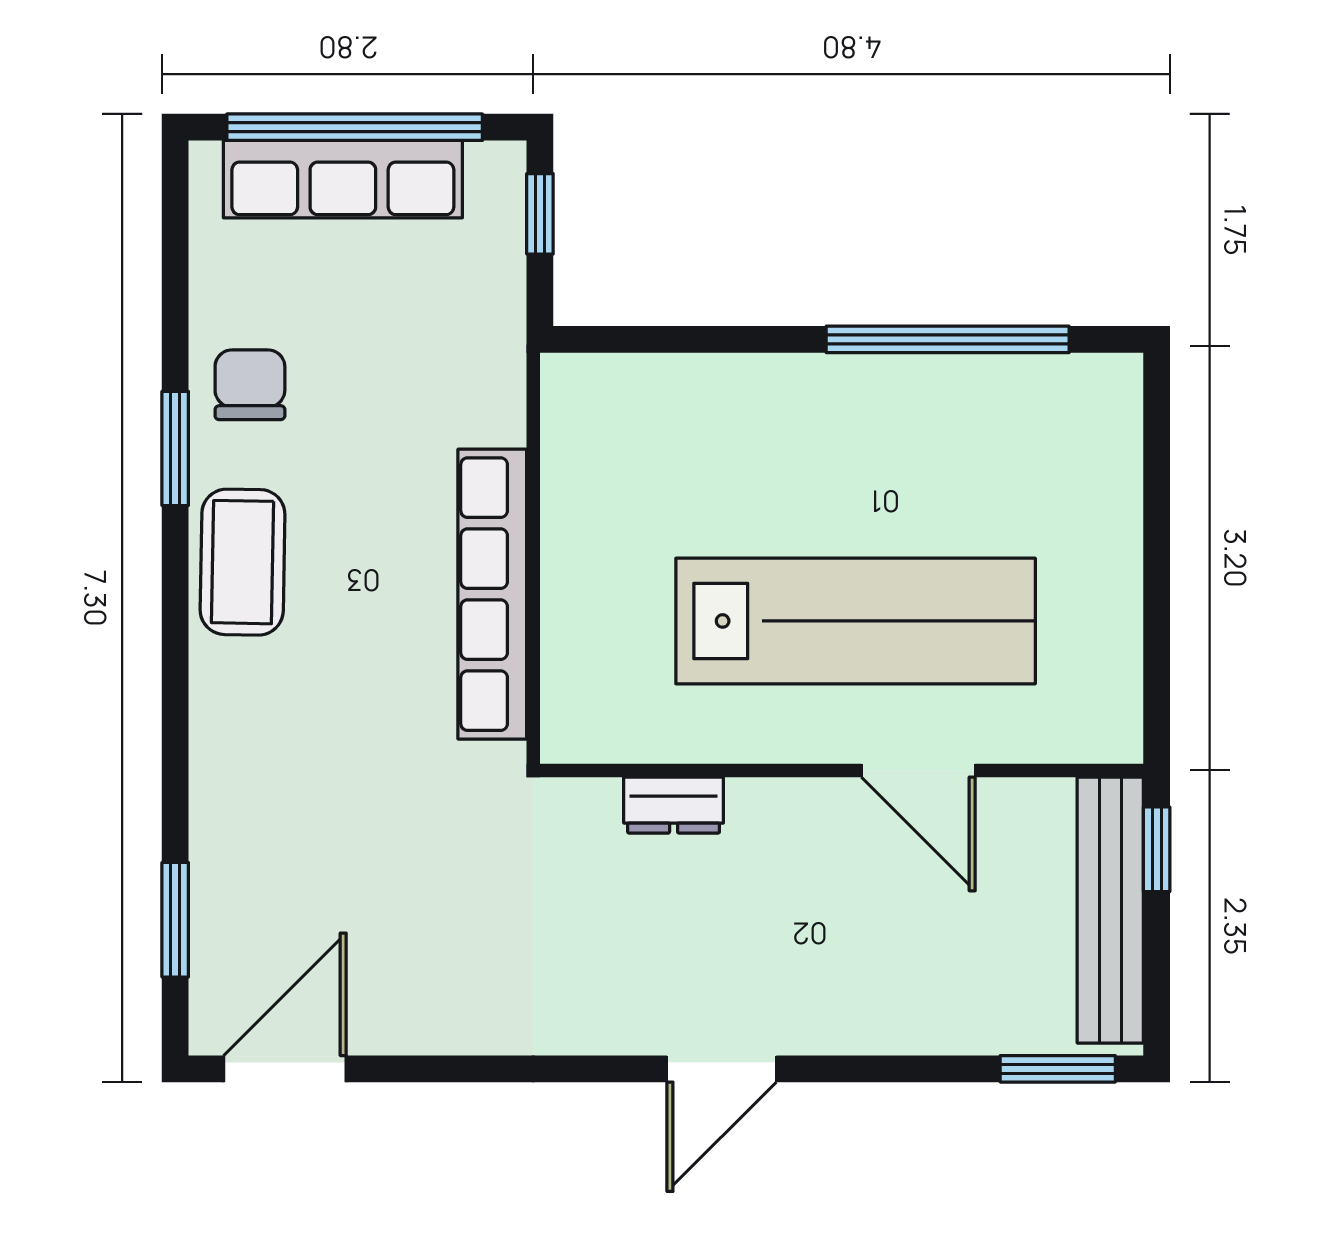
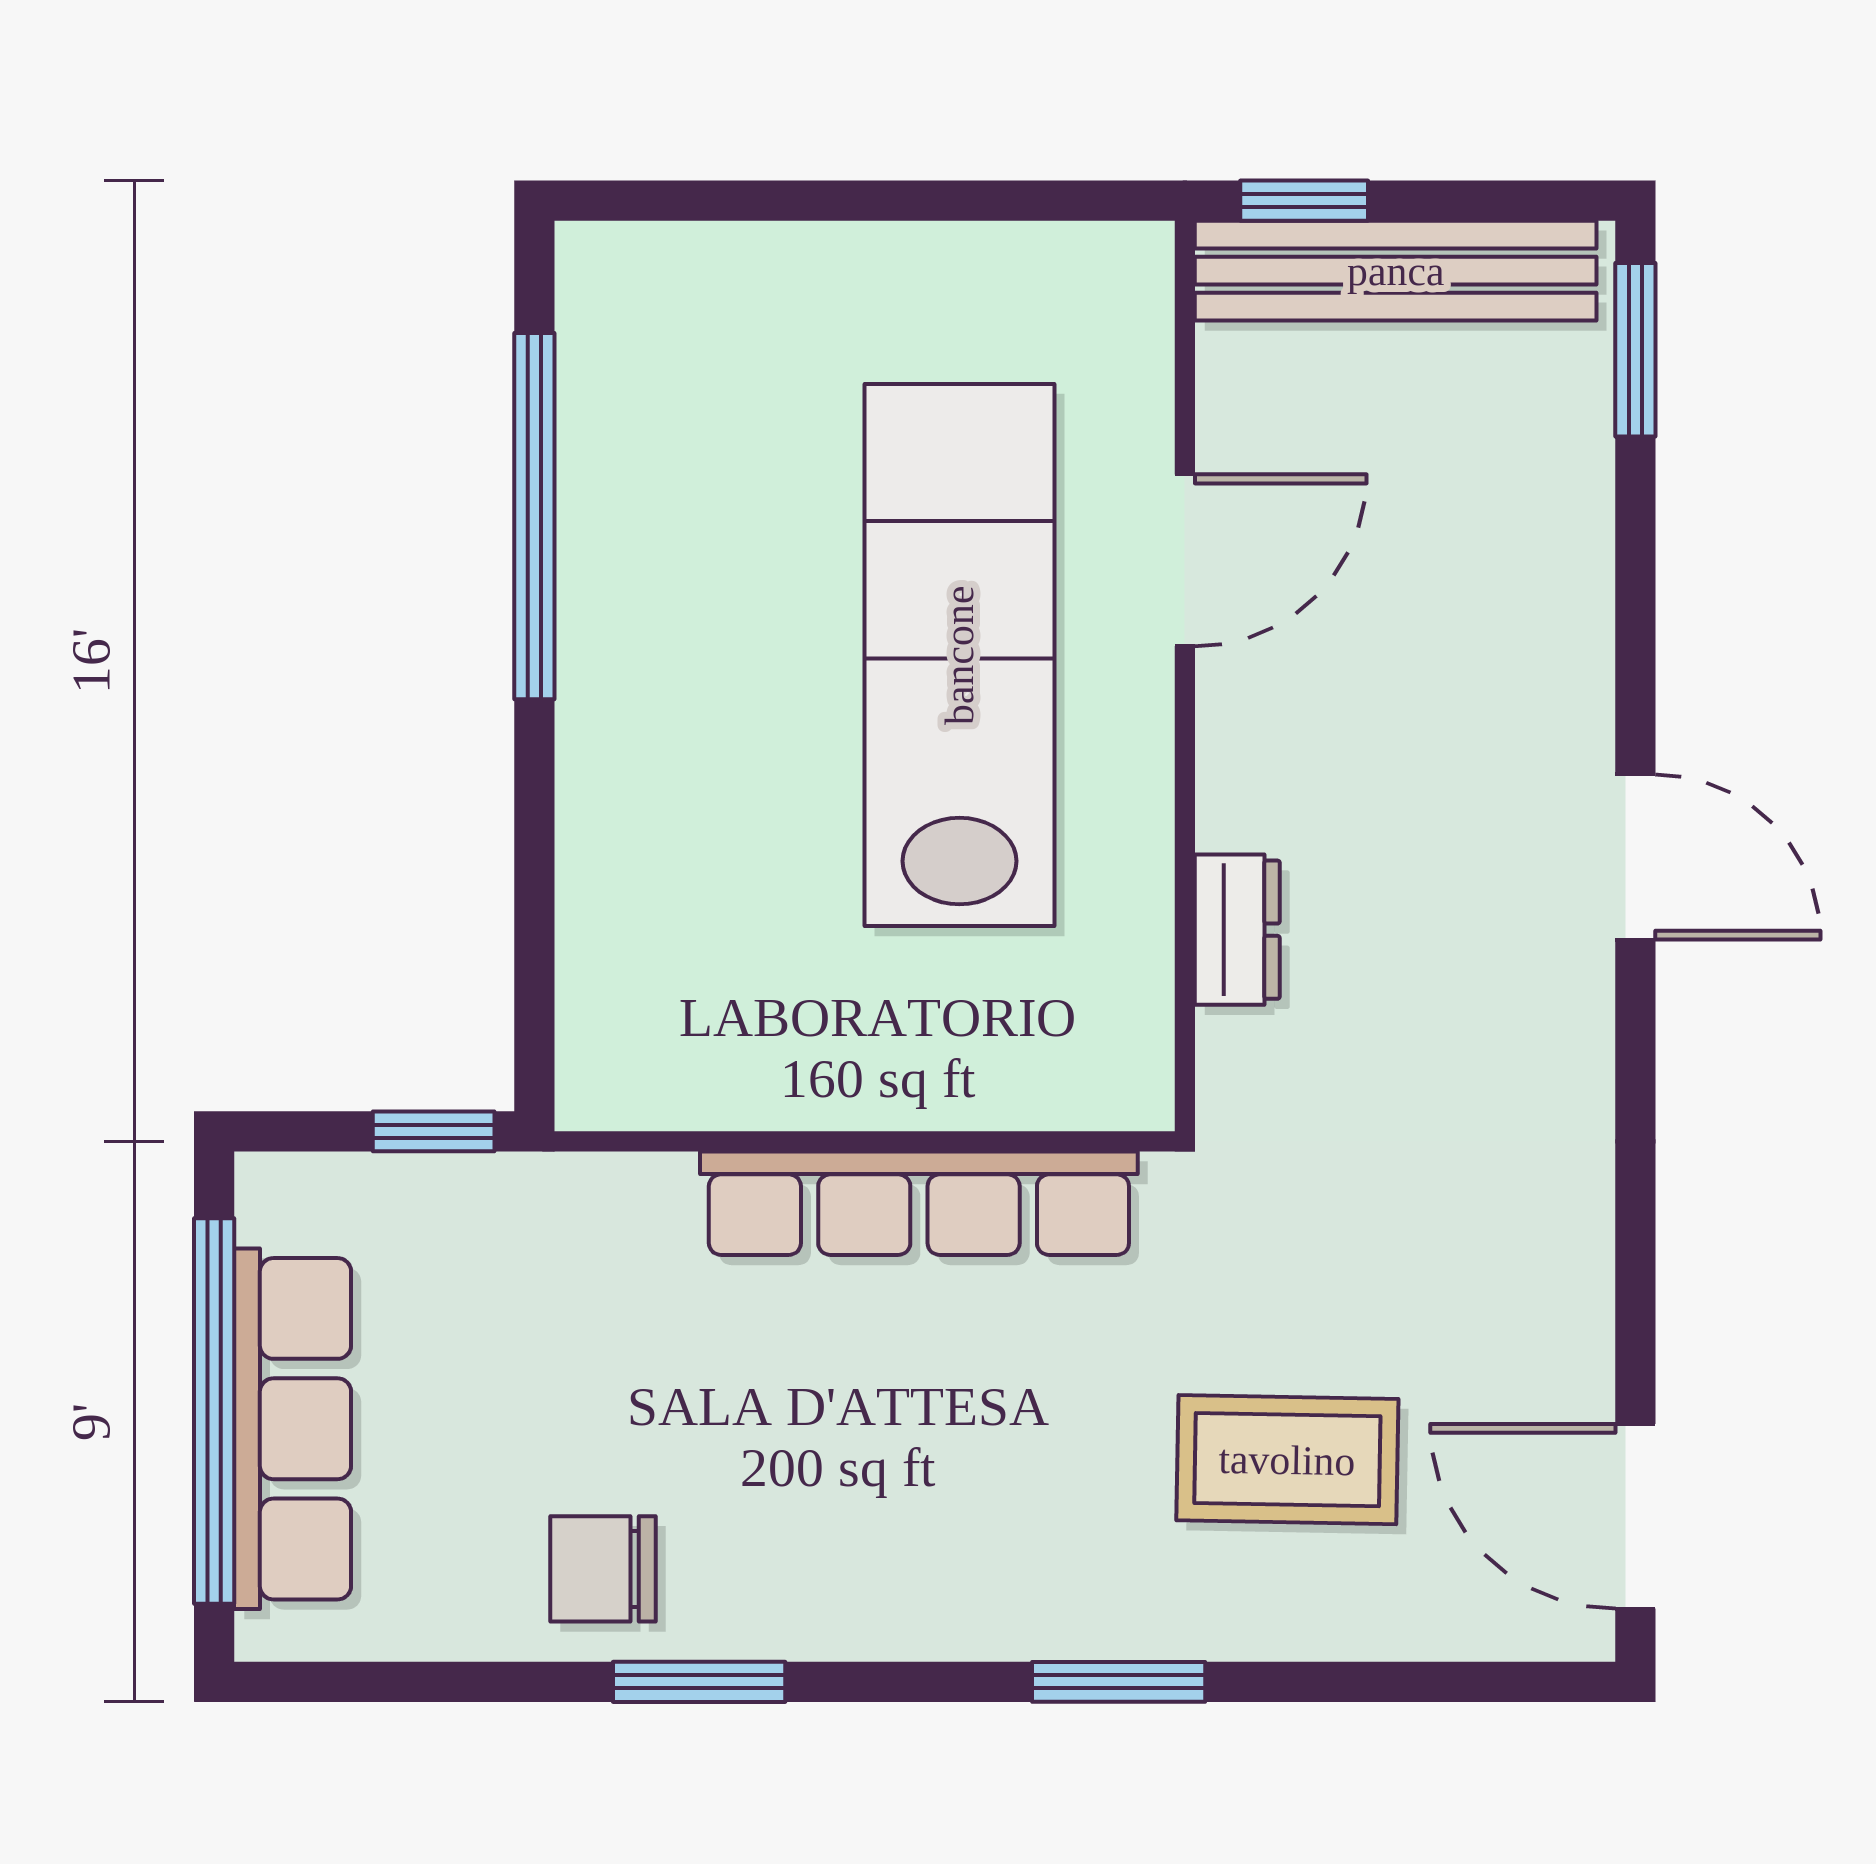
window: (540, 214) -> (434, 1131), moved
coffee table: (243, 562) -> (1287, 1460), moved
window: (175, 920) -> (1119, 1682), moved

